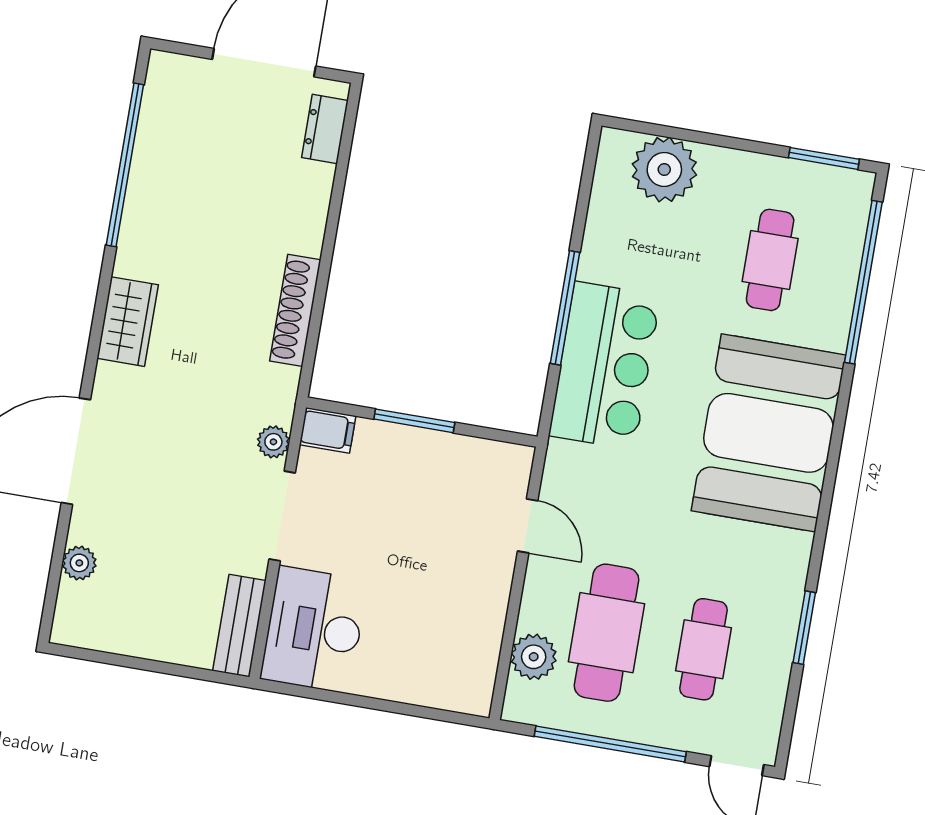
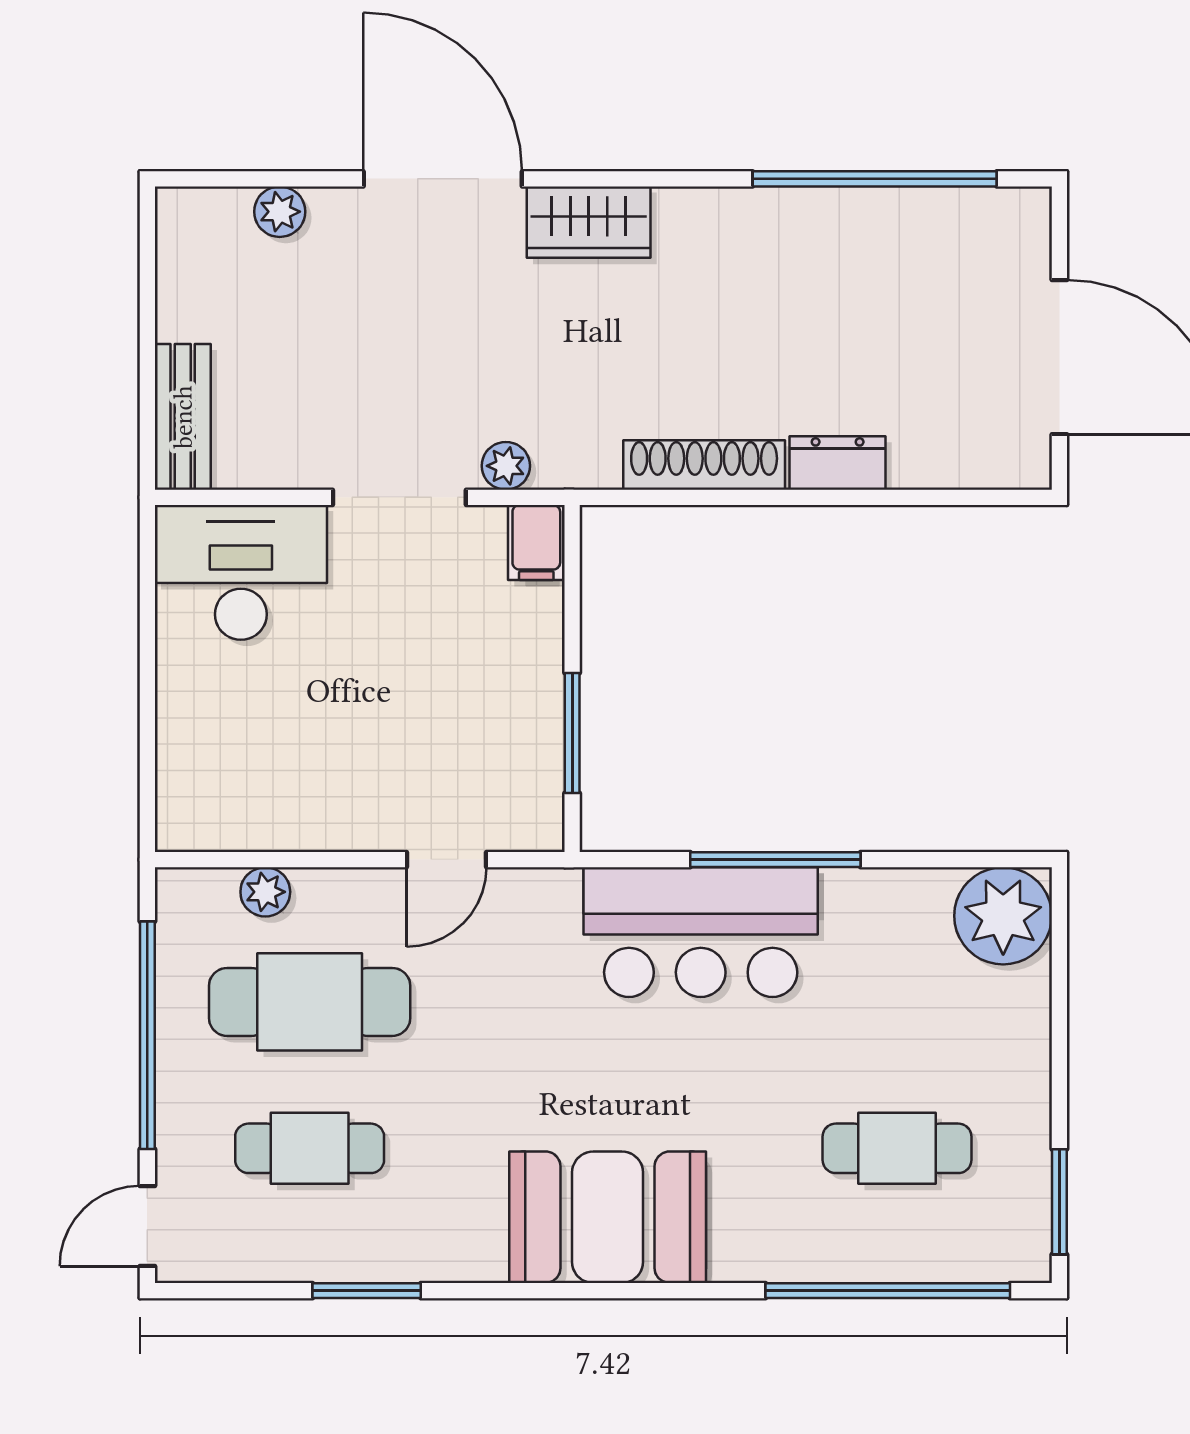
dresser: (325, 129) -> (838, 463), moved
plant: (664, 169) -> (1003, 916), moved
wardrobe: (128, 322) -> (589, 222), moved
window: (414, 421) -> (572, 733), moved
booth: (768, 433) -> (608, 1217), width x0.73, depth x0.70
bench: (239, 626) -> (183, 417), moved, turned 90
plant: (534, 657) -> (265, 892), width x0.73, depth x0.73

